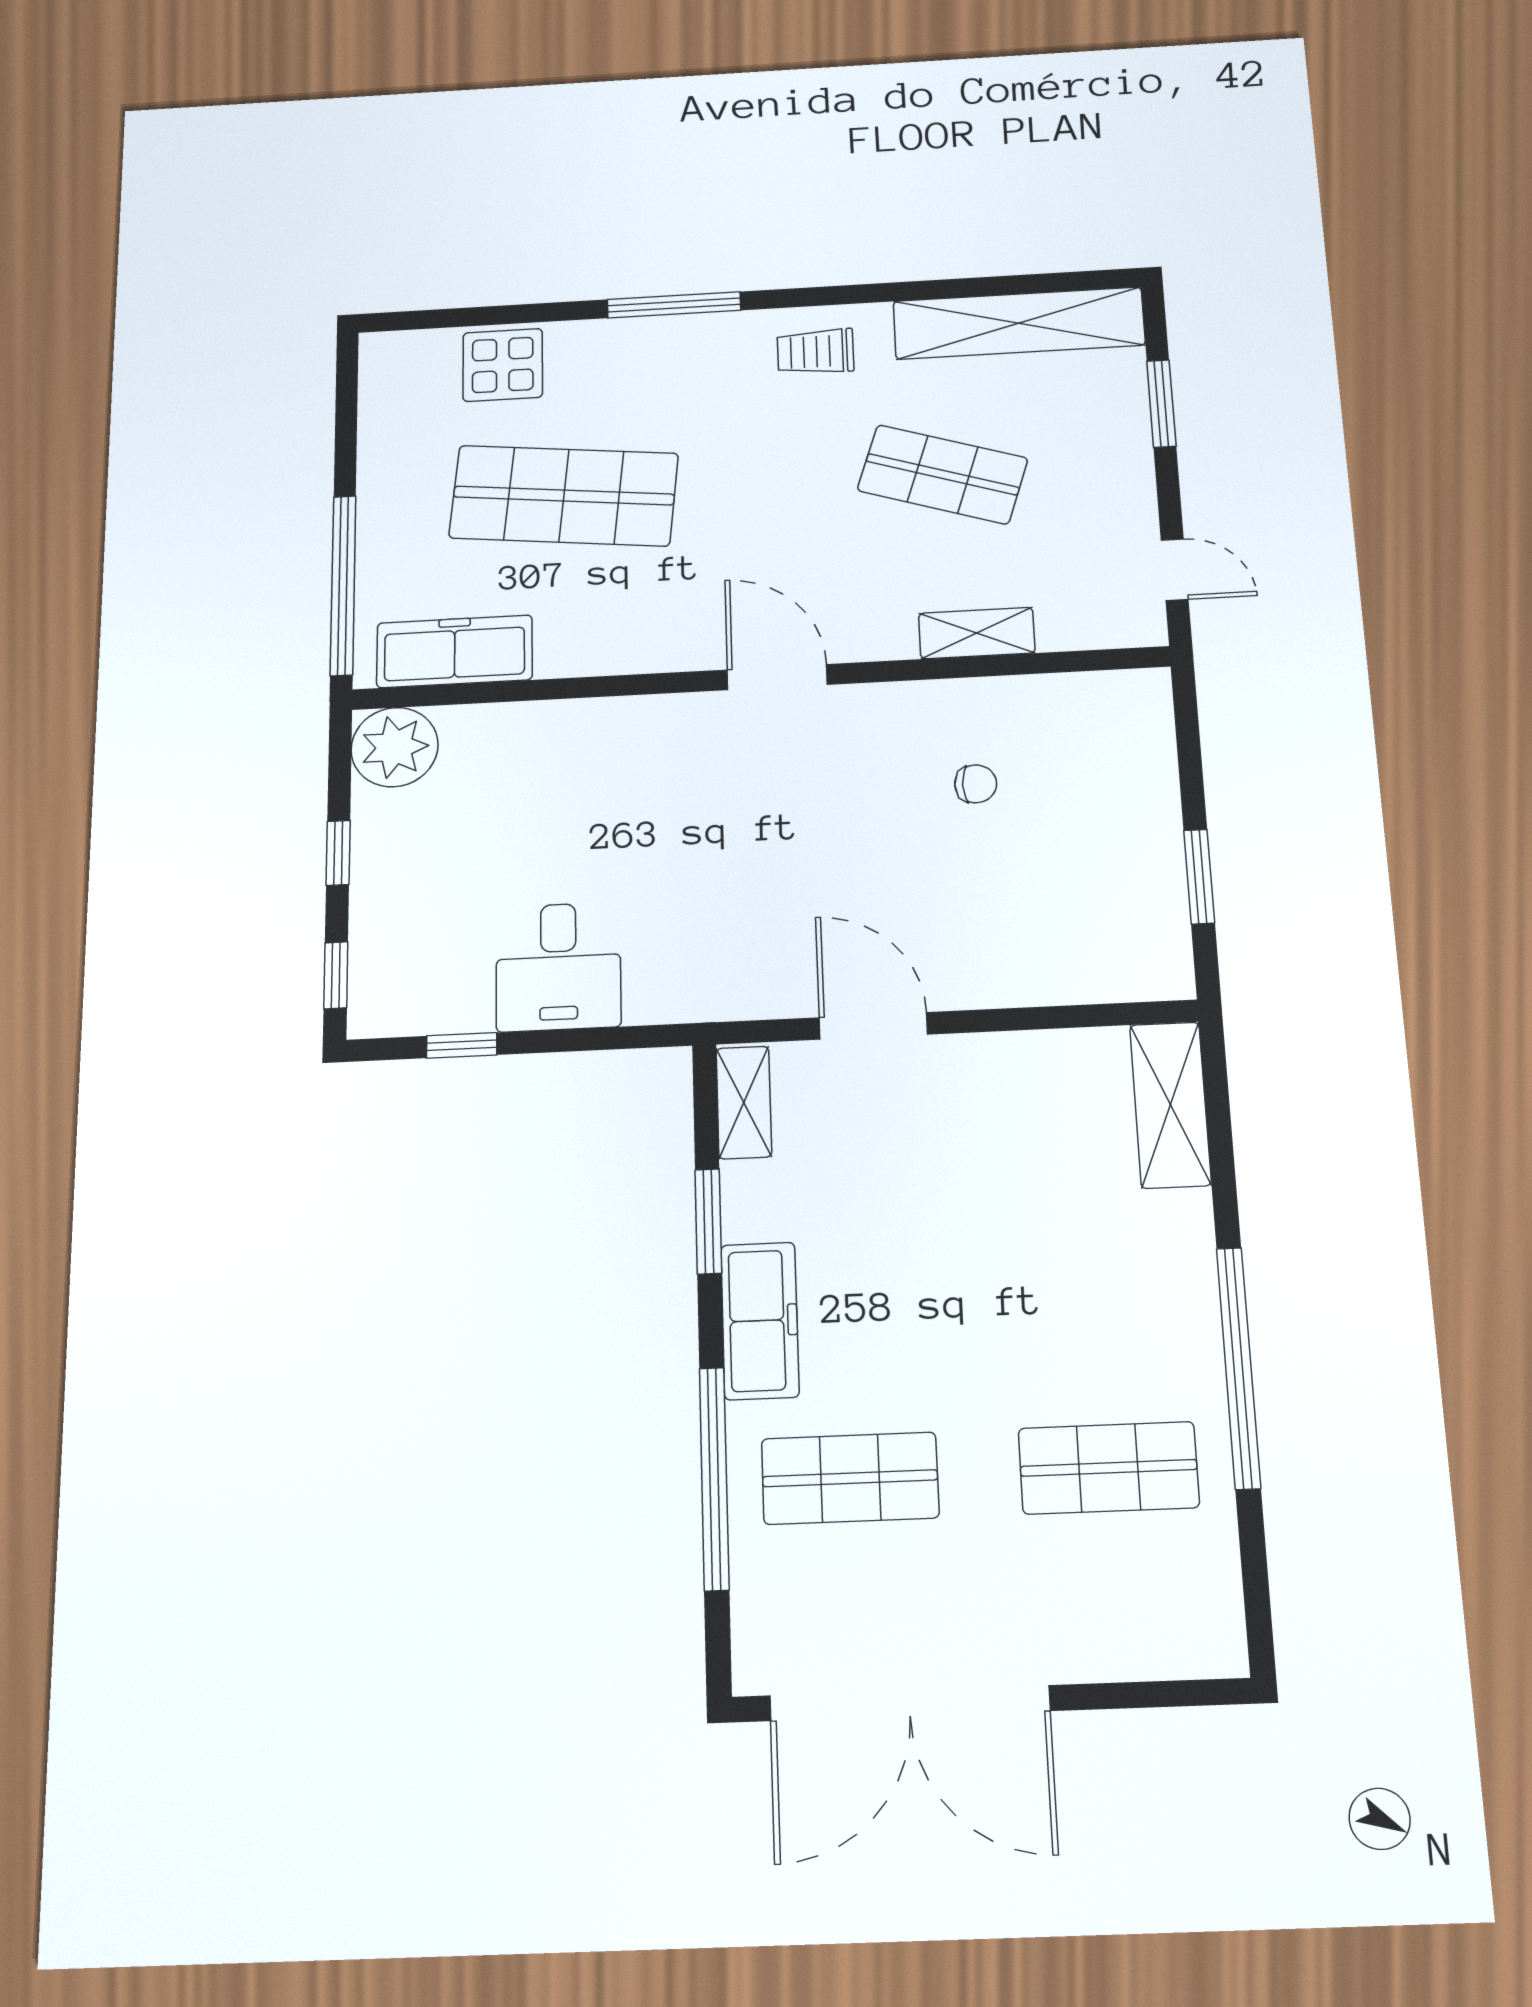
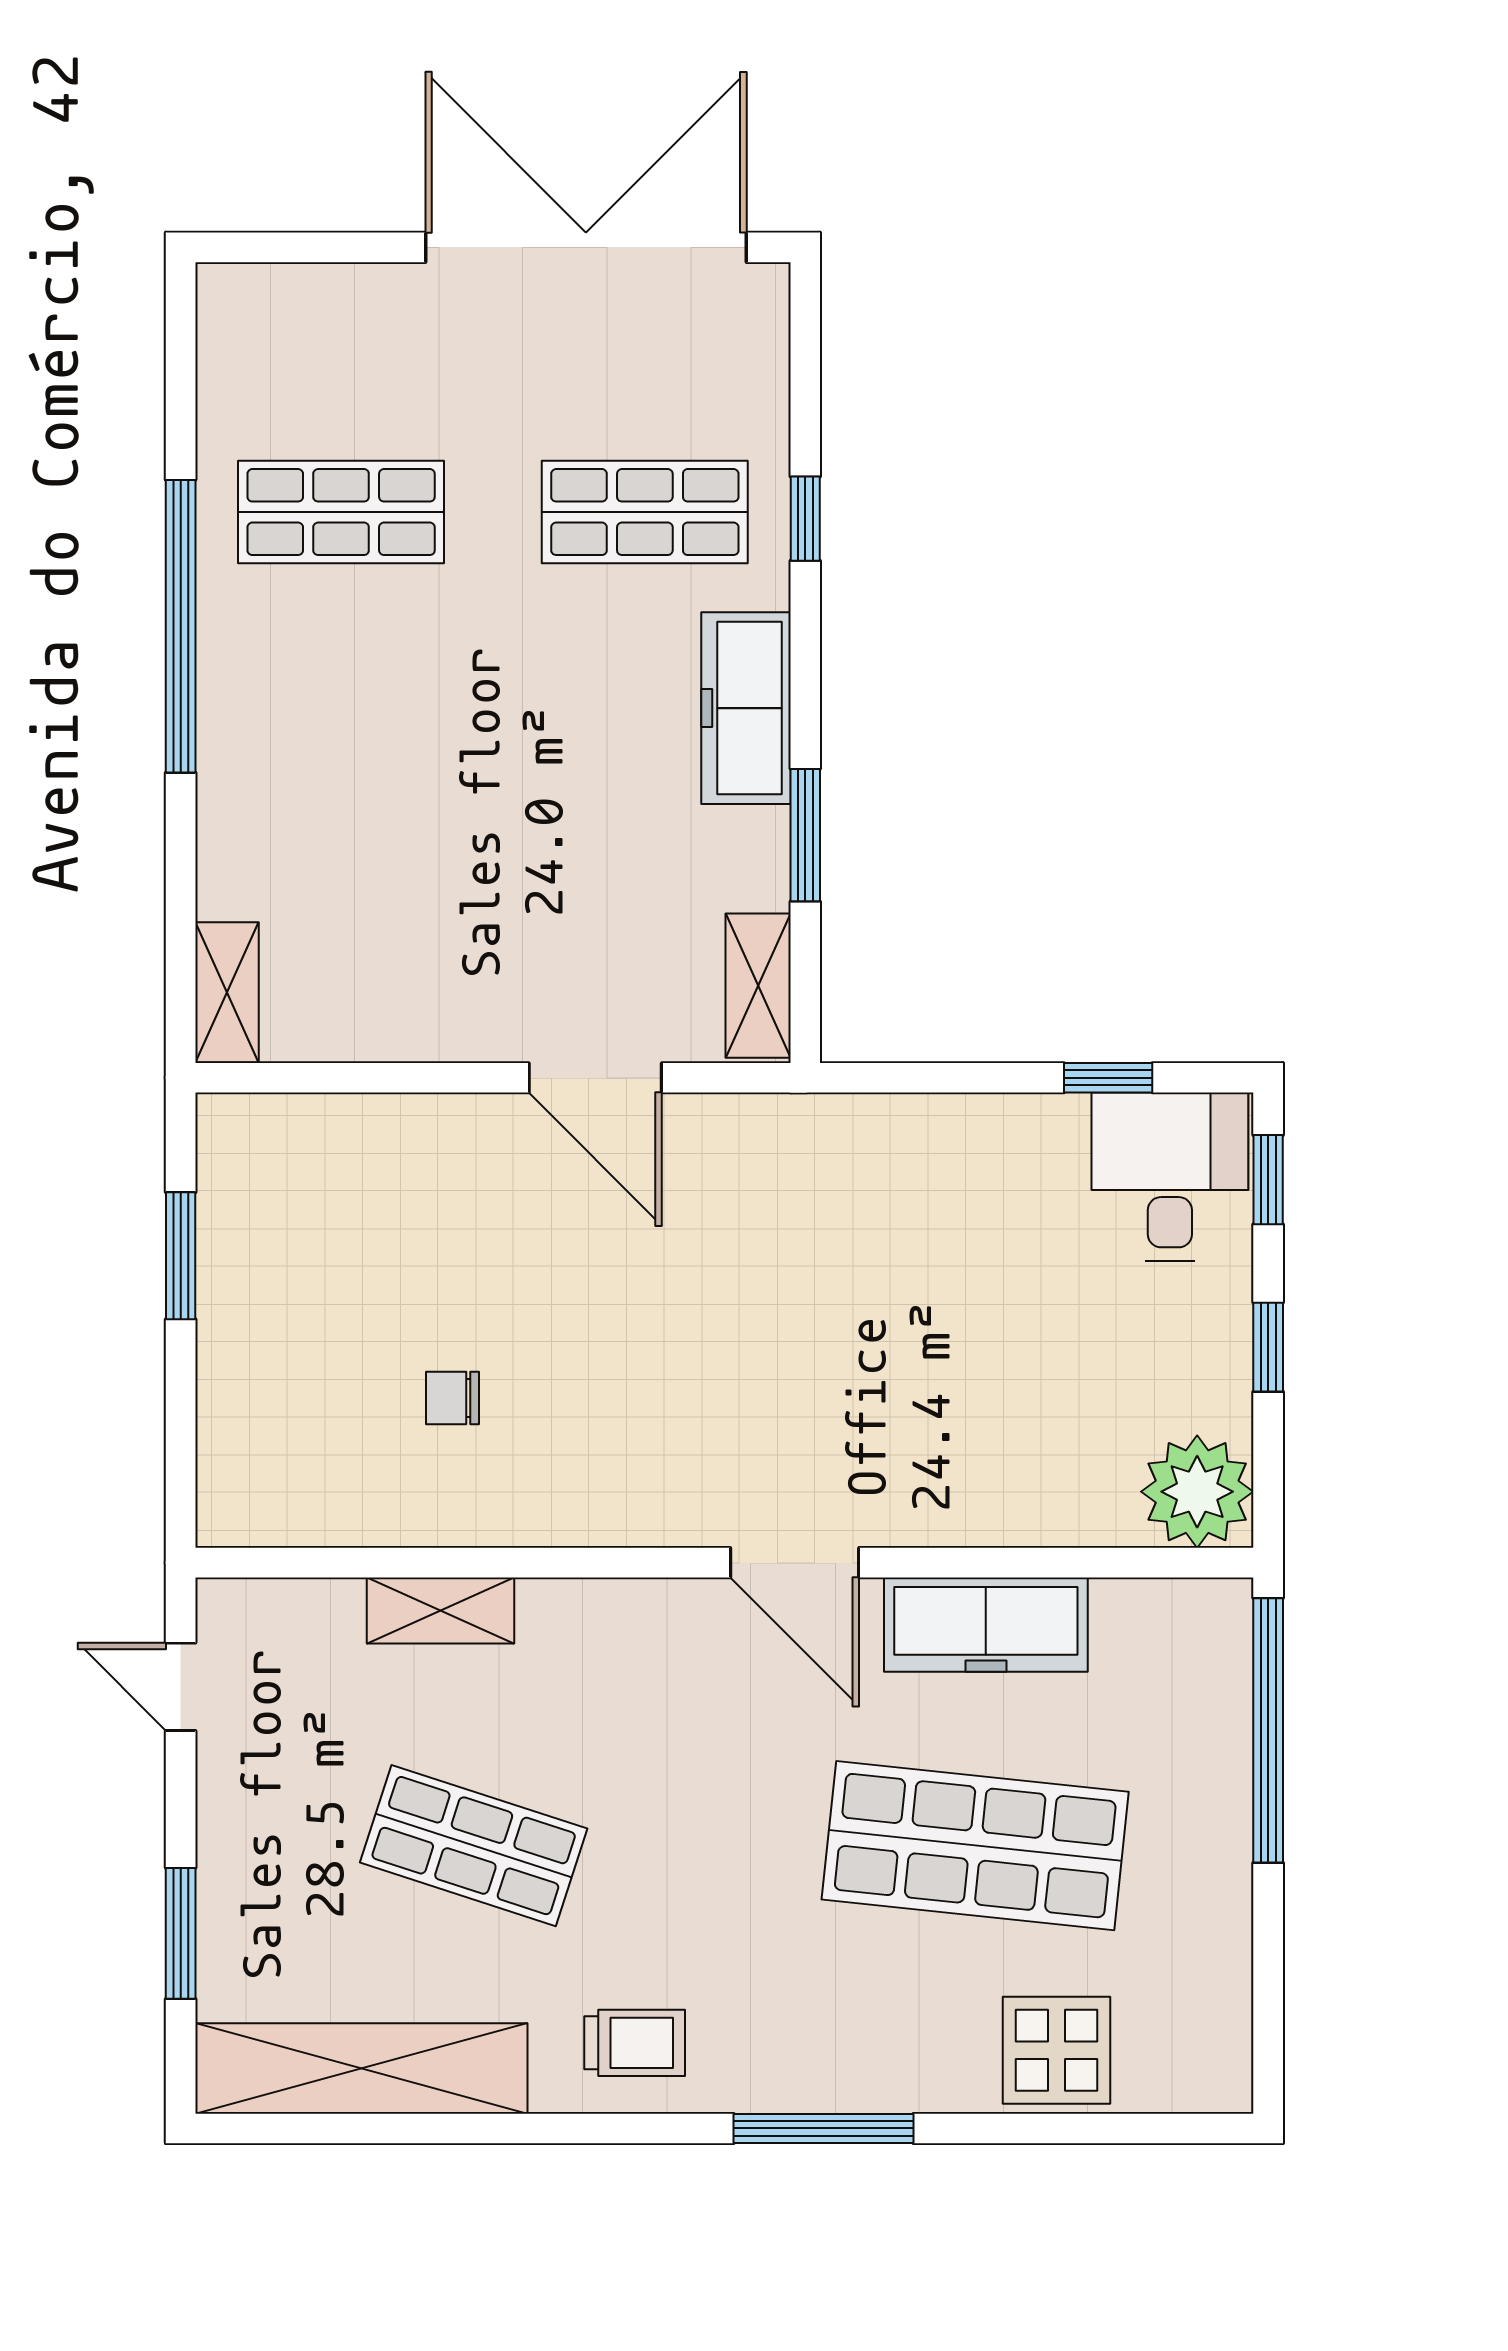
freezer: (454, 651) -> (986, 1625), moved
door: (777, 677) -> (795, 1563), moved
desk: (558, 967) -> (1170, 1177), moved
shelving: (1170, 1105) -> (227, 992), width x0.67, depth x0.75
window: (714, 1478) -> (805, 519), width x0.32

